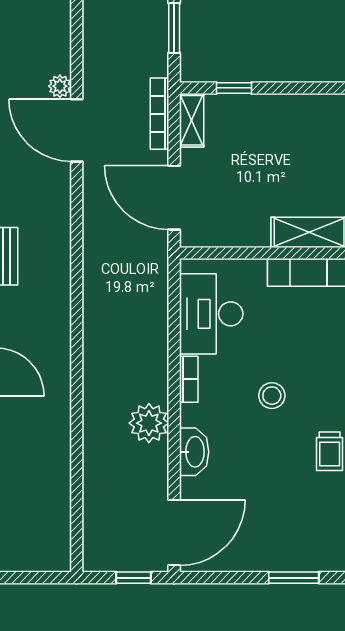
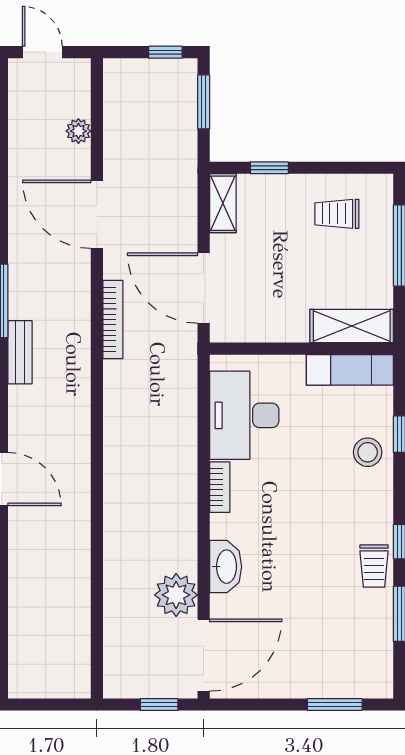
plant: (60, 86) -> (78, 131), moved
bookcase: (160, 114) -> (113, 320), moved, turned 180
trolley: (296, 130) -> (337, 214), added
stool: (272, 396) -> (368, 452), moved
plant: (149, 423) -> (176, 595), moved

